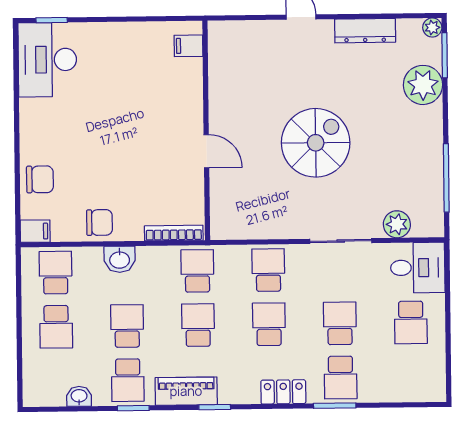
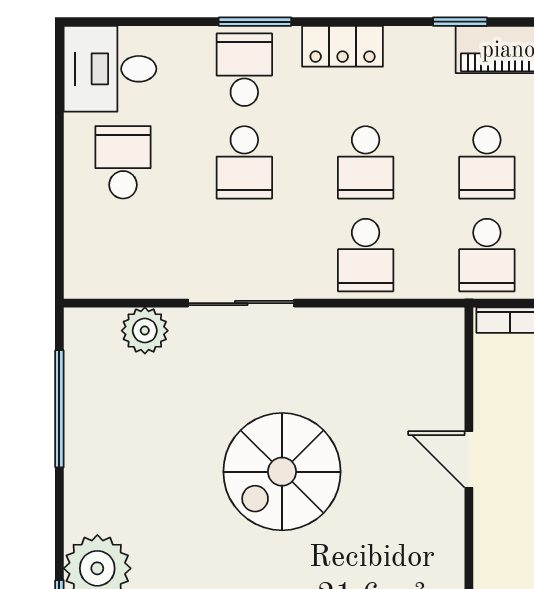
desk: (418, 268) -> (110, 69), moved

